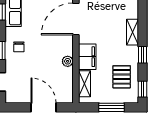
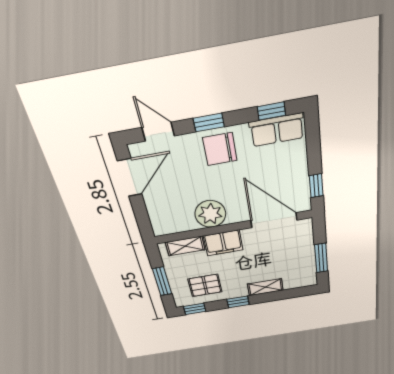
chair: (19, 47) -> (220, 149), width x1.87, depth x1.87
plant: (68, 61) -> (210, 214), width x1.88, depth x1.88
door: (44, 107) -> (130, 178), moved

